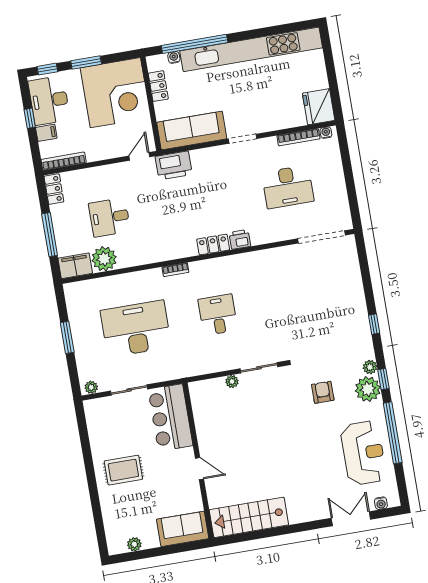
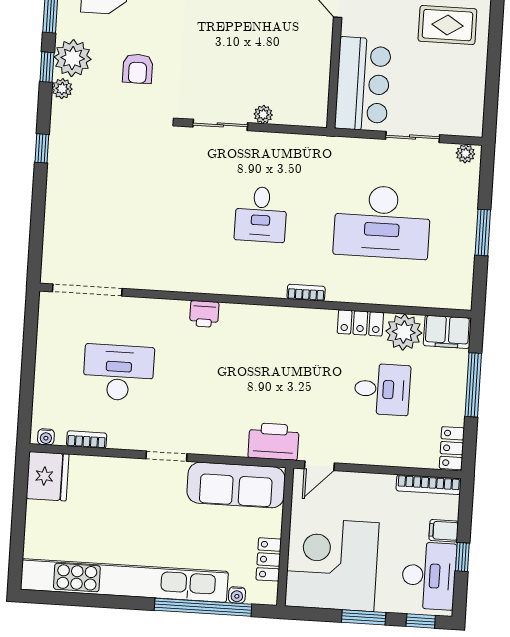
bookcase: (298, 137) -> (87, 440), width x0.64
locker: (213, 245) -> (360, 323), moved

